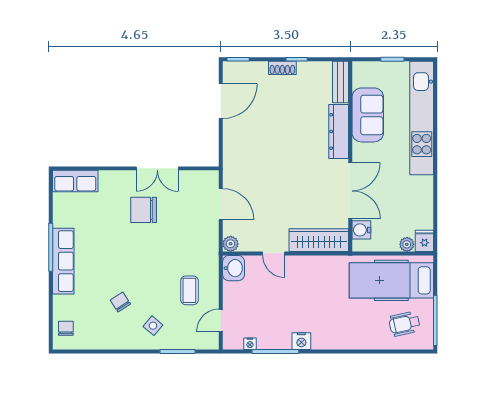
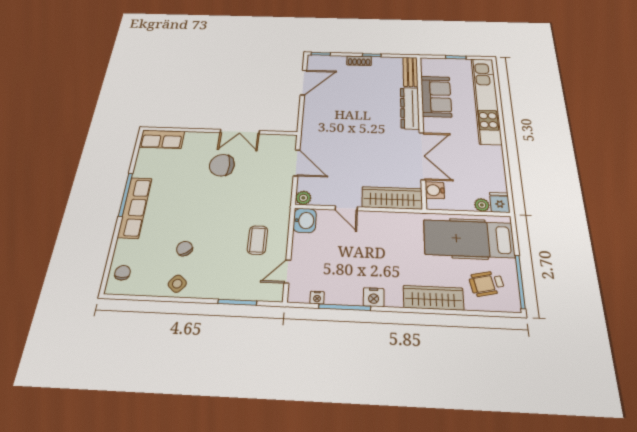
side table: (153, 326) -> (177, 284), moved
wardrobe: (355, 339) -> (433, 298), added

